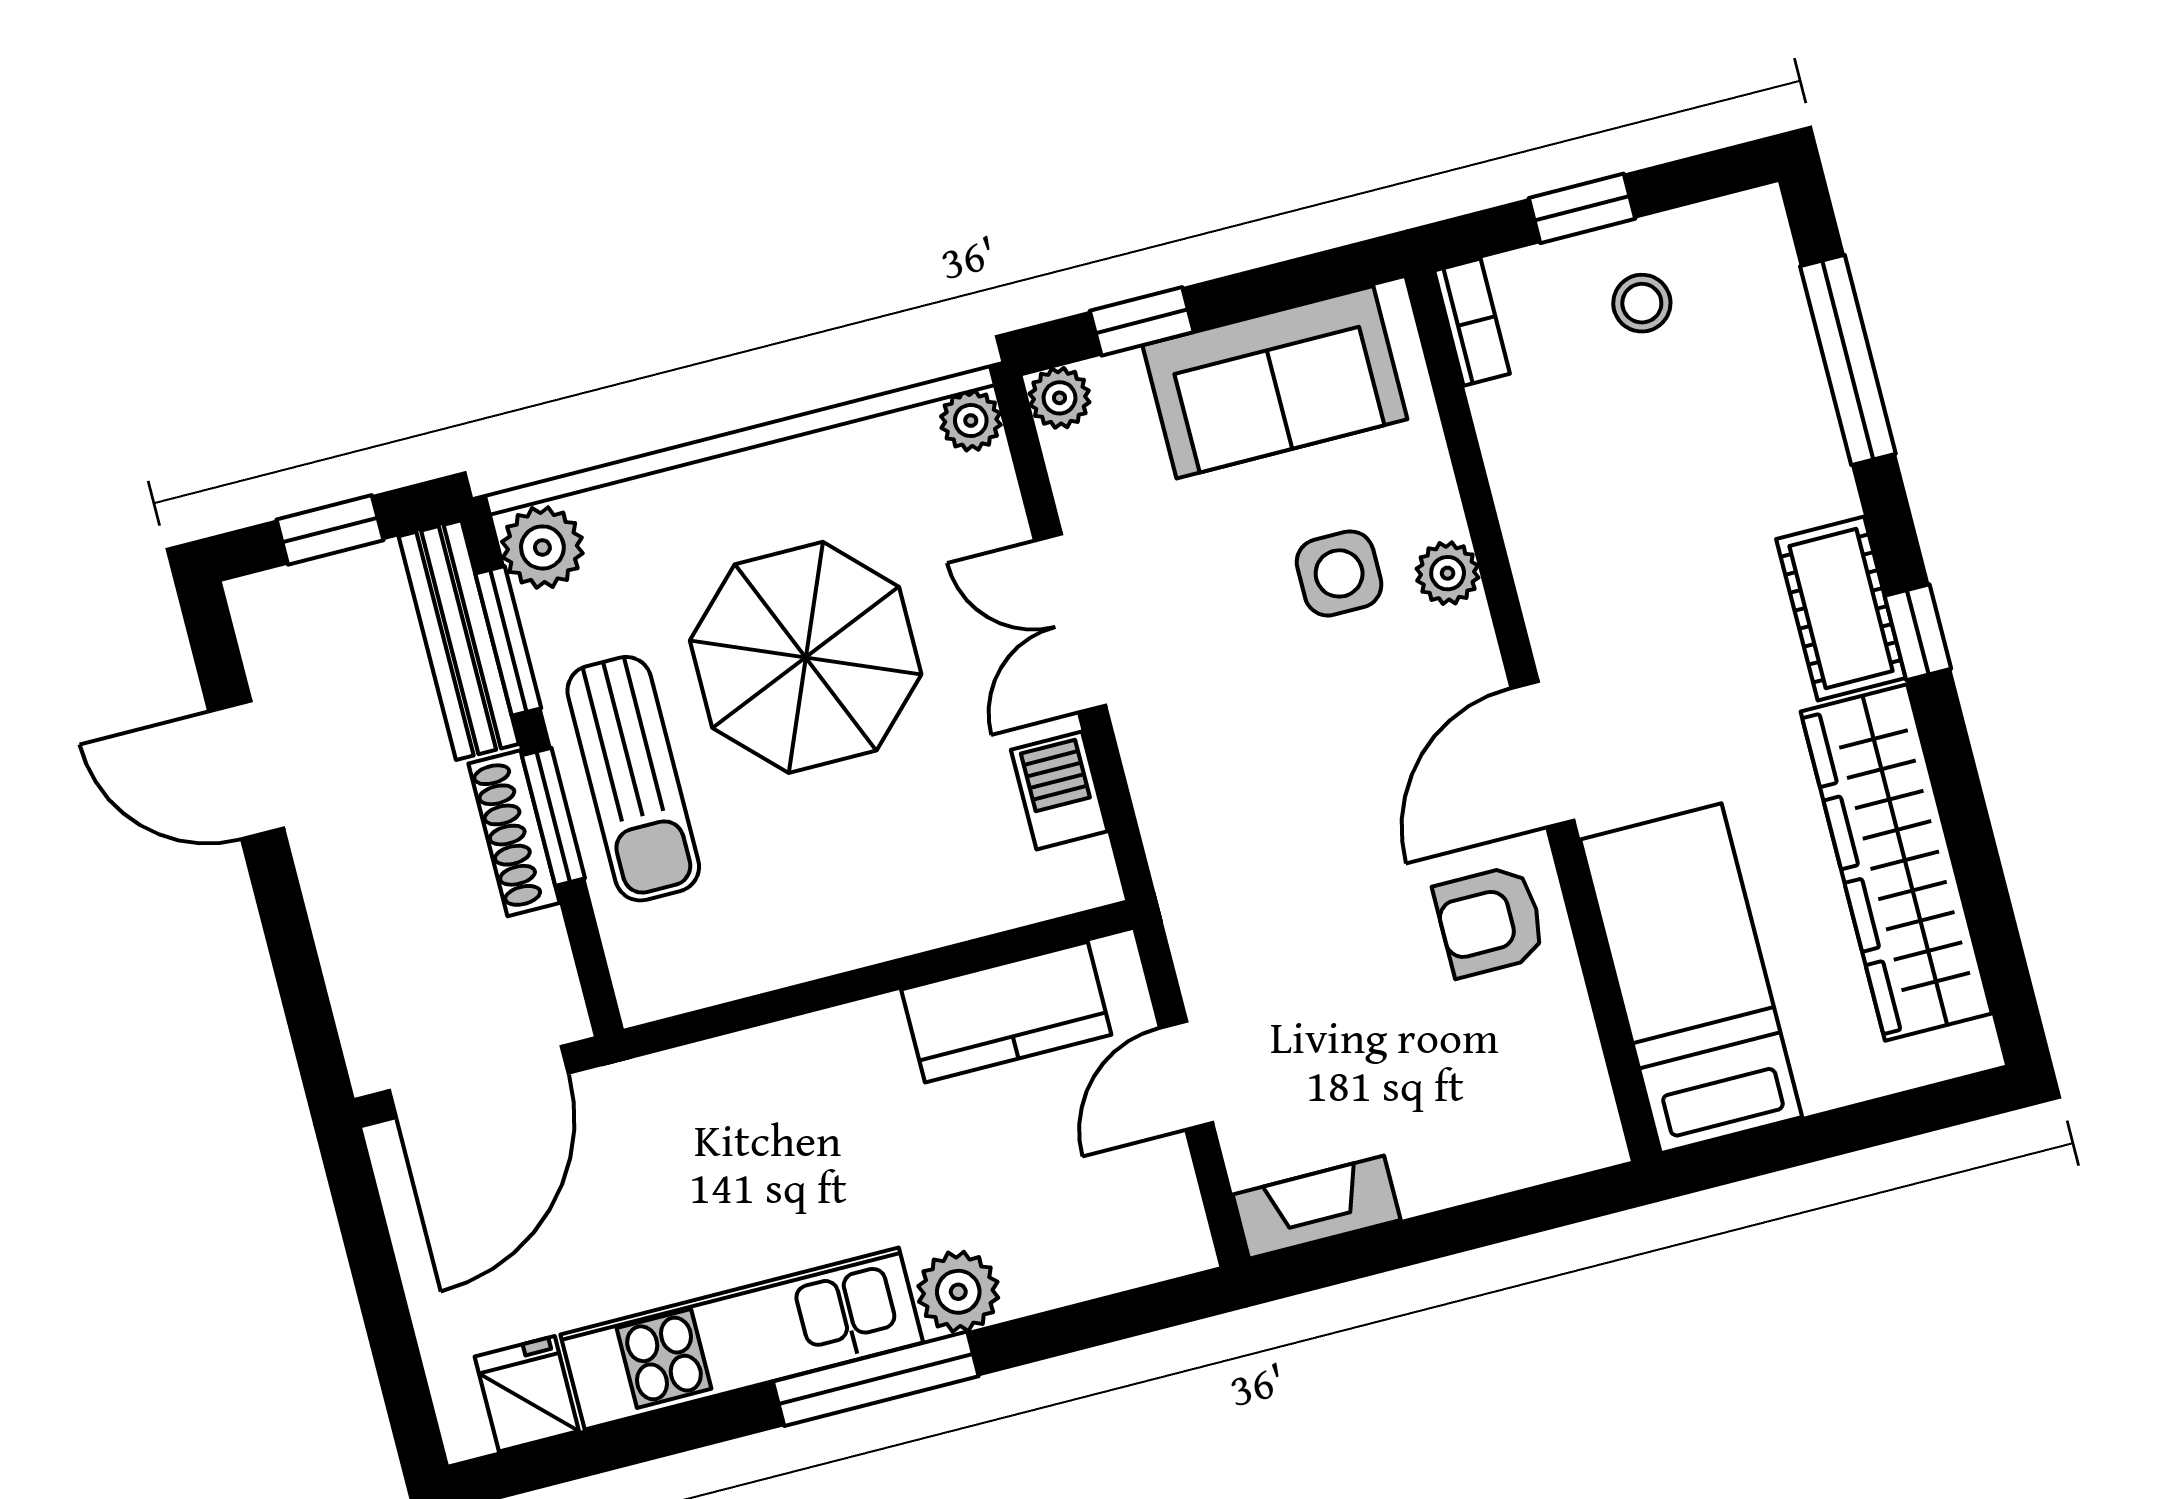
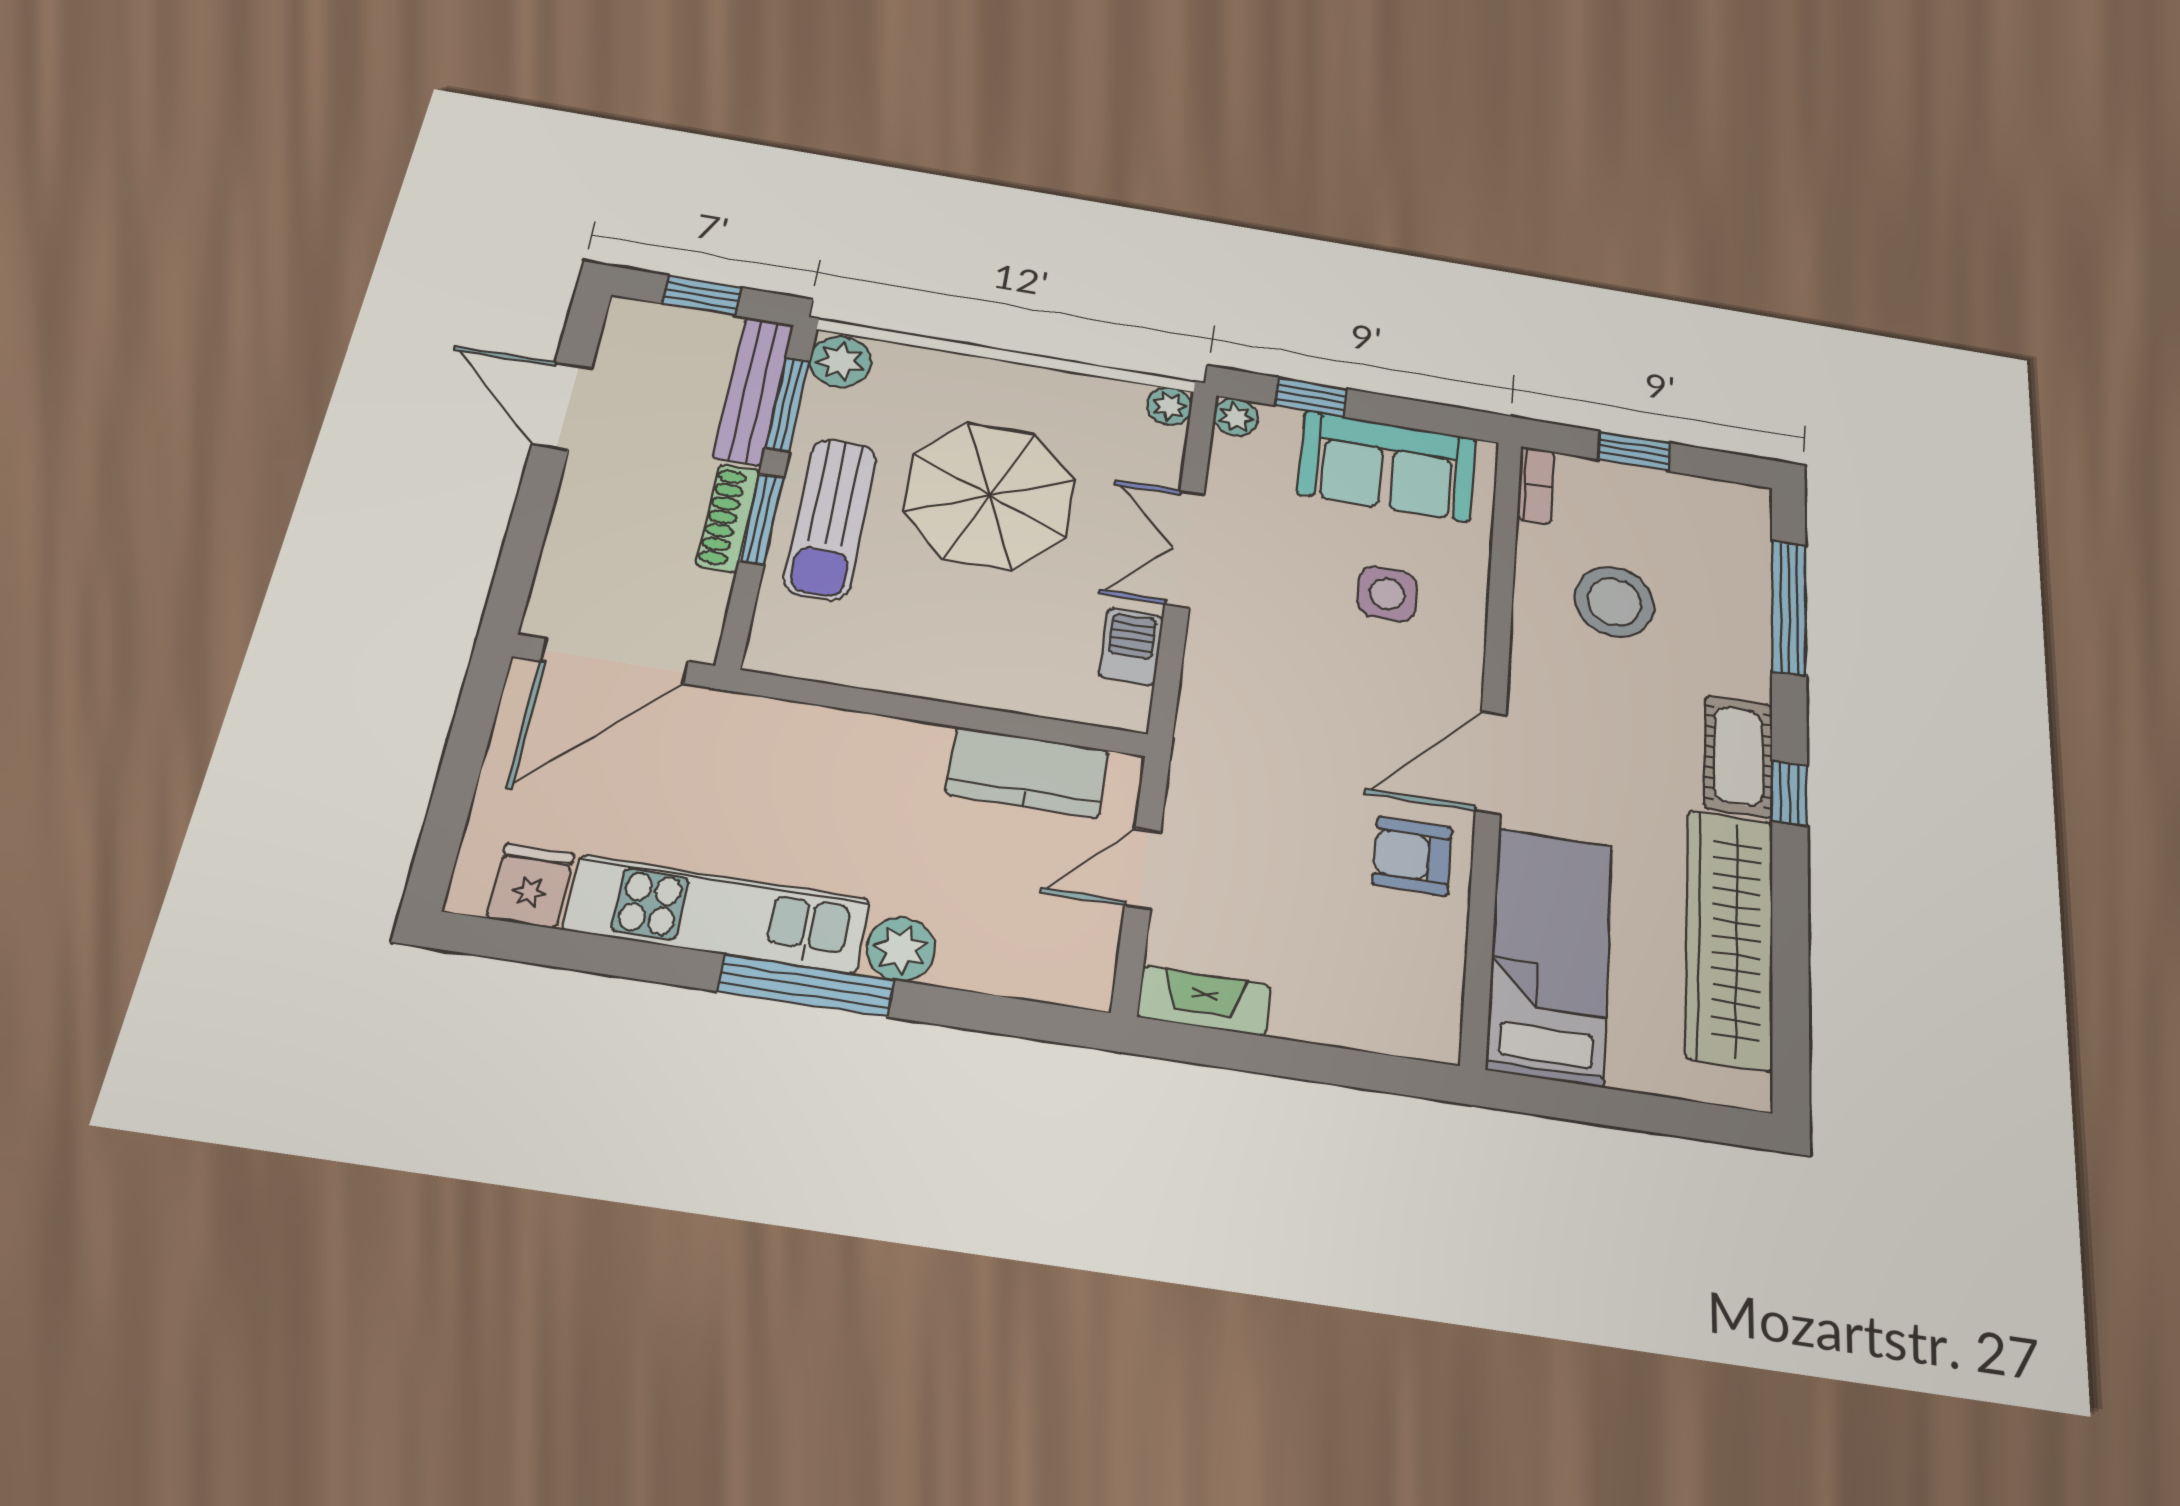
stool: (1642, 303) -> (1614, 602), moved, width x1.89, depth x1.89
plant: (1448, 573) -> (1464, 624), removed

